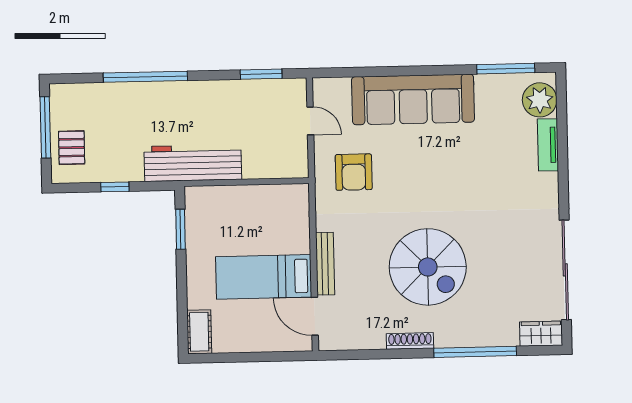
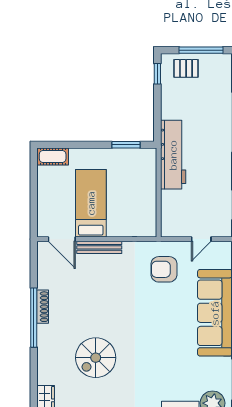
window: (115, 187) -> (157, 74), moved
spiral stairs: (428, 267) -> (96, 358), moved, width x0.73, depth x0.73
door: (315, 316) -> (62, 239), swing flipped
window: (475, 352) -> (34, 318), moved

